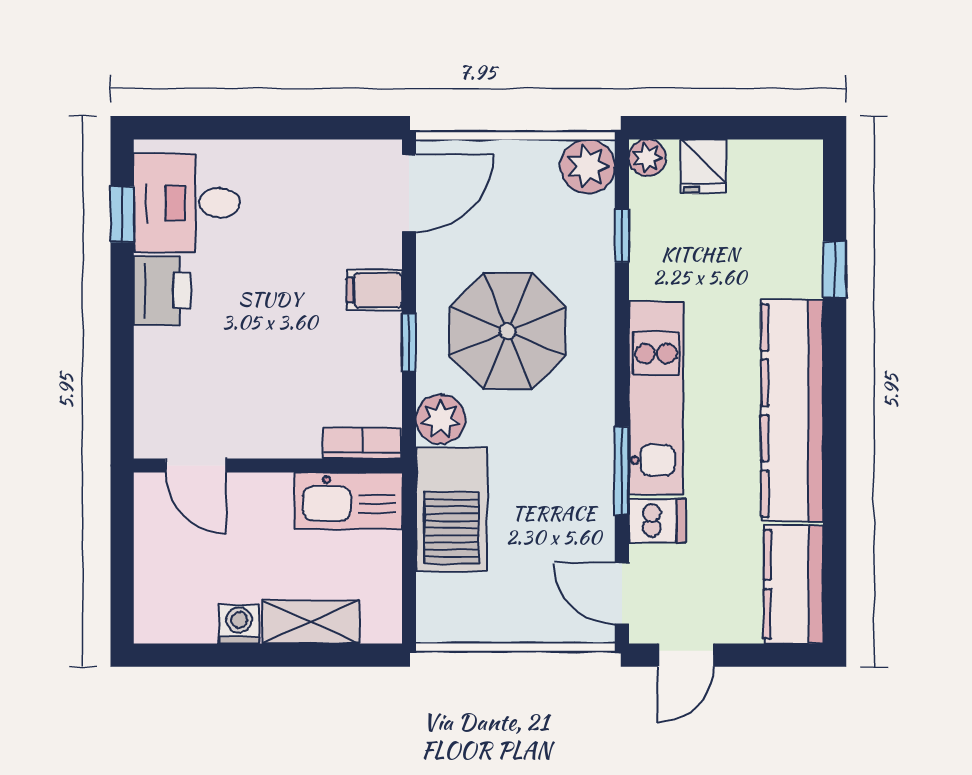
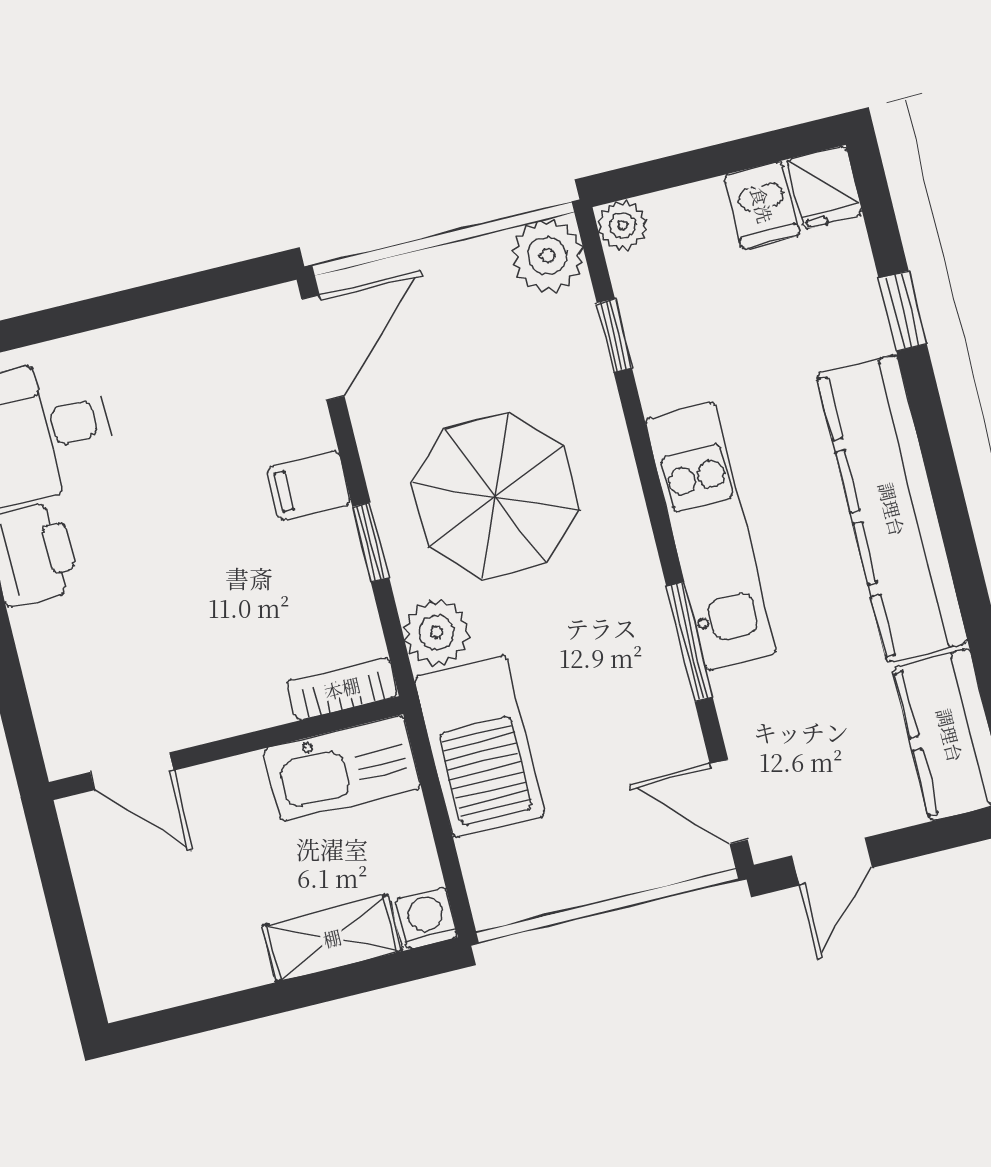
fridge: (703, 166) -> (825, 187), moved
dishwasher: (657, 521) -> (762, 205), moved, turned 90
washing machine: (239, 624) -> (426, 918), moved

